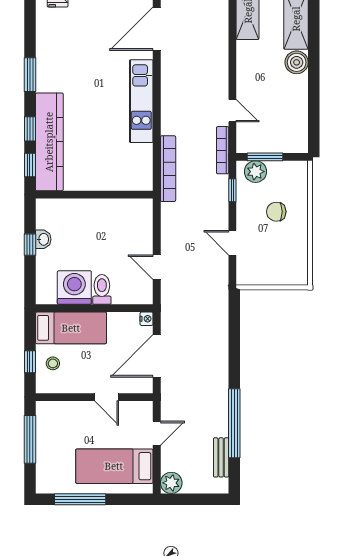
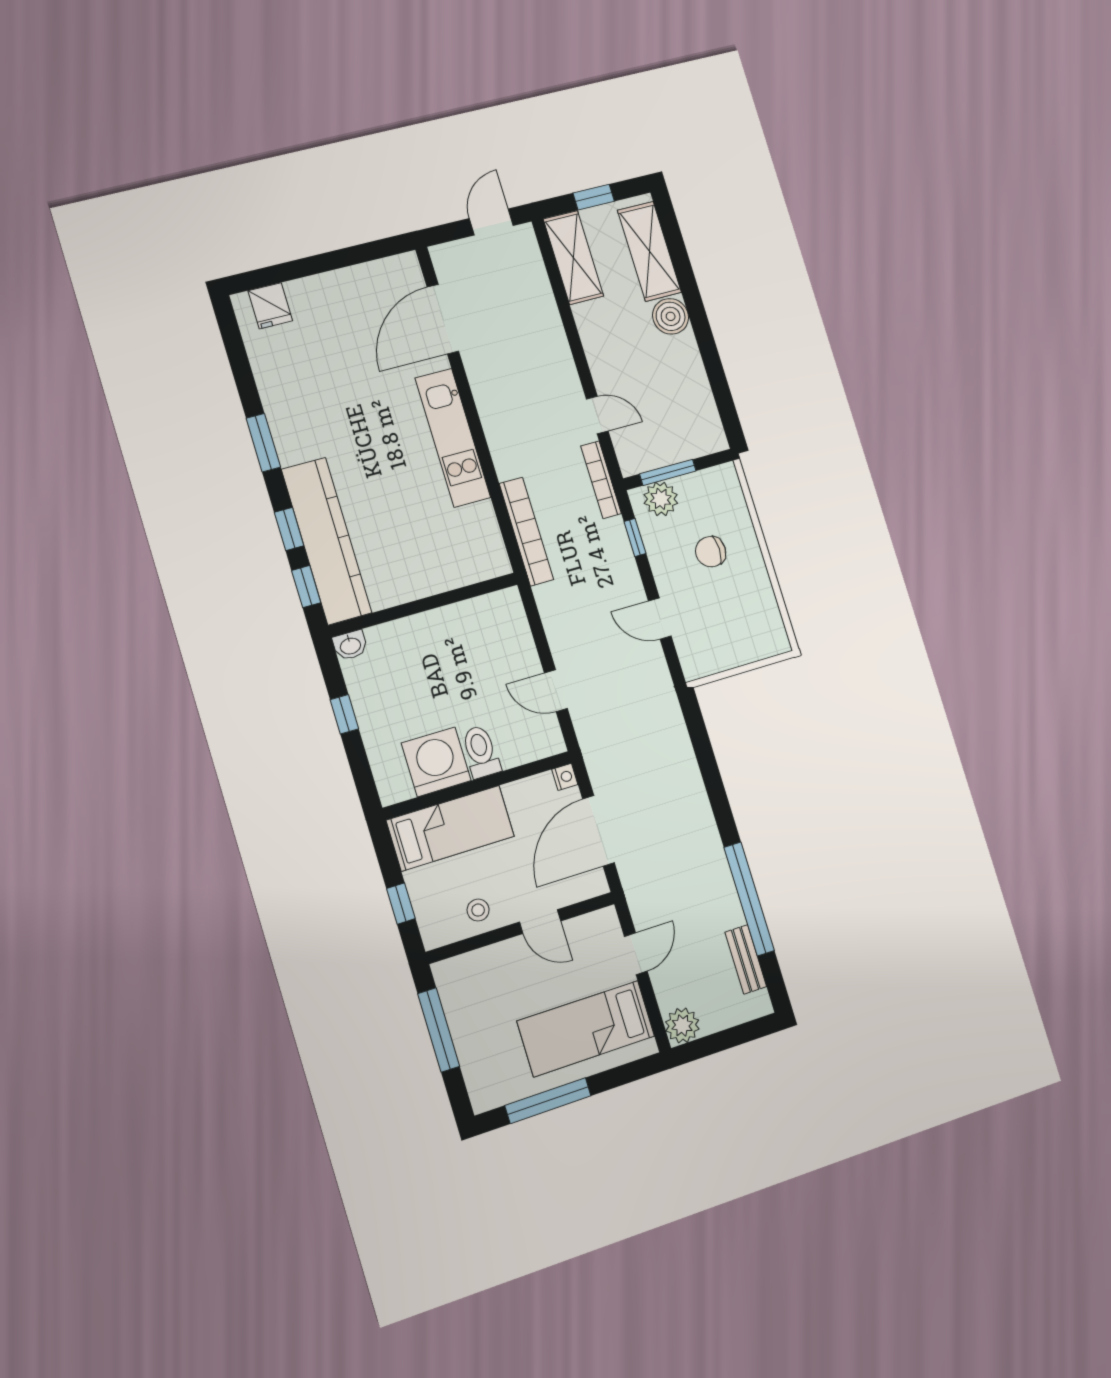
washbasin: (43, 239) -> (350, 645), moved, turned 90
stool: (53, 363) -> (478, 910), moved

